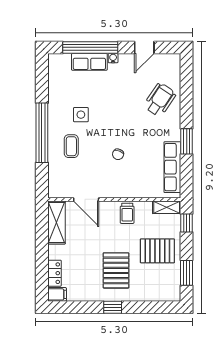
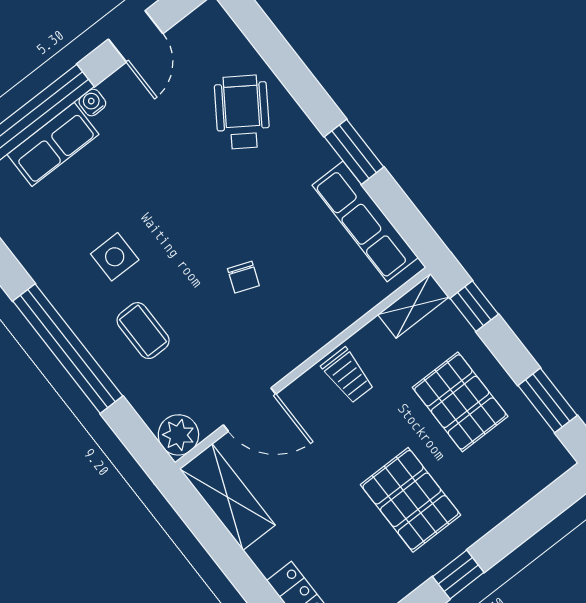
plant: (56, 190) -> (178, 435), added
pallet: (157, 251) -> (460, 402), turned 90

